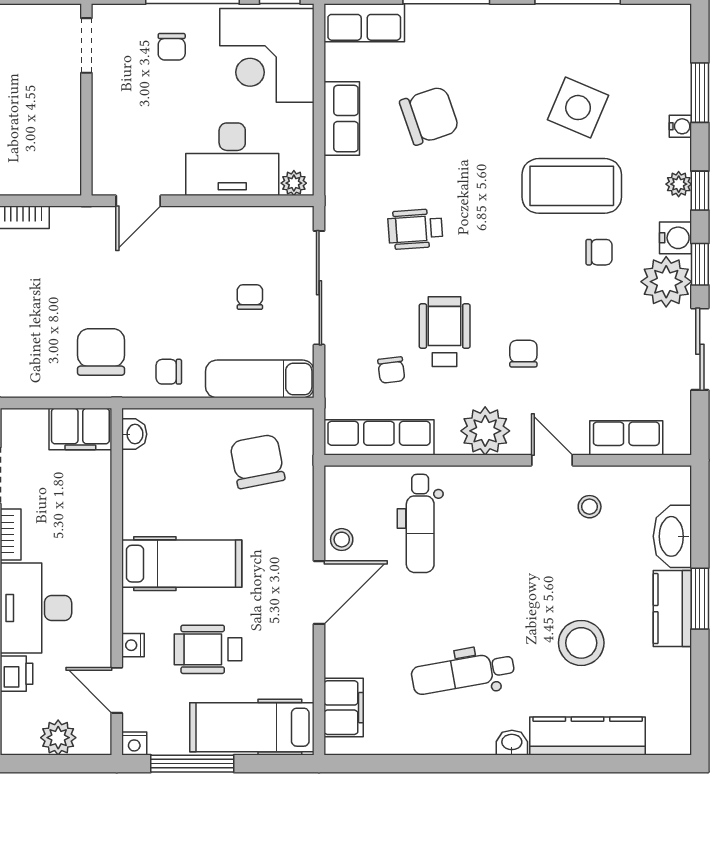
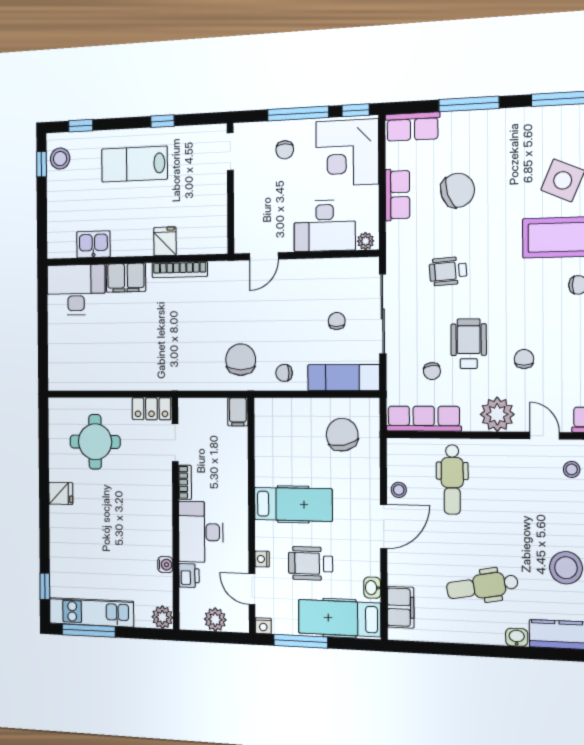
filing cabinet: (80, 429) -> (238, 412), width x0.50
washbasin: (134, 434) -> (372, 588), moved, turned 180

